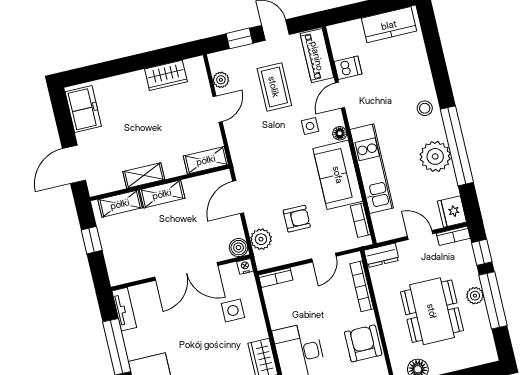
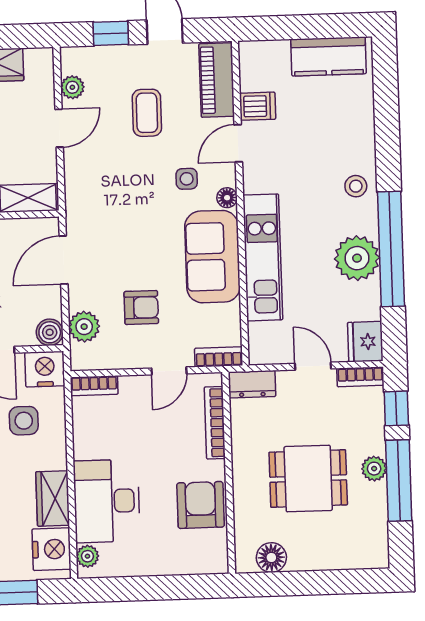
coffee table: (274, 87) -> (147, 113), width x0.73, depth x0.77
bookcase: (361, 220) -> (219, 357), moved, turned 90
nightstand: (245, 266) -> (45, 369), width x1.89, depth x1.79
dining table: (432, 311) -> (308, 479), width x0.73

